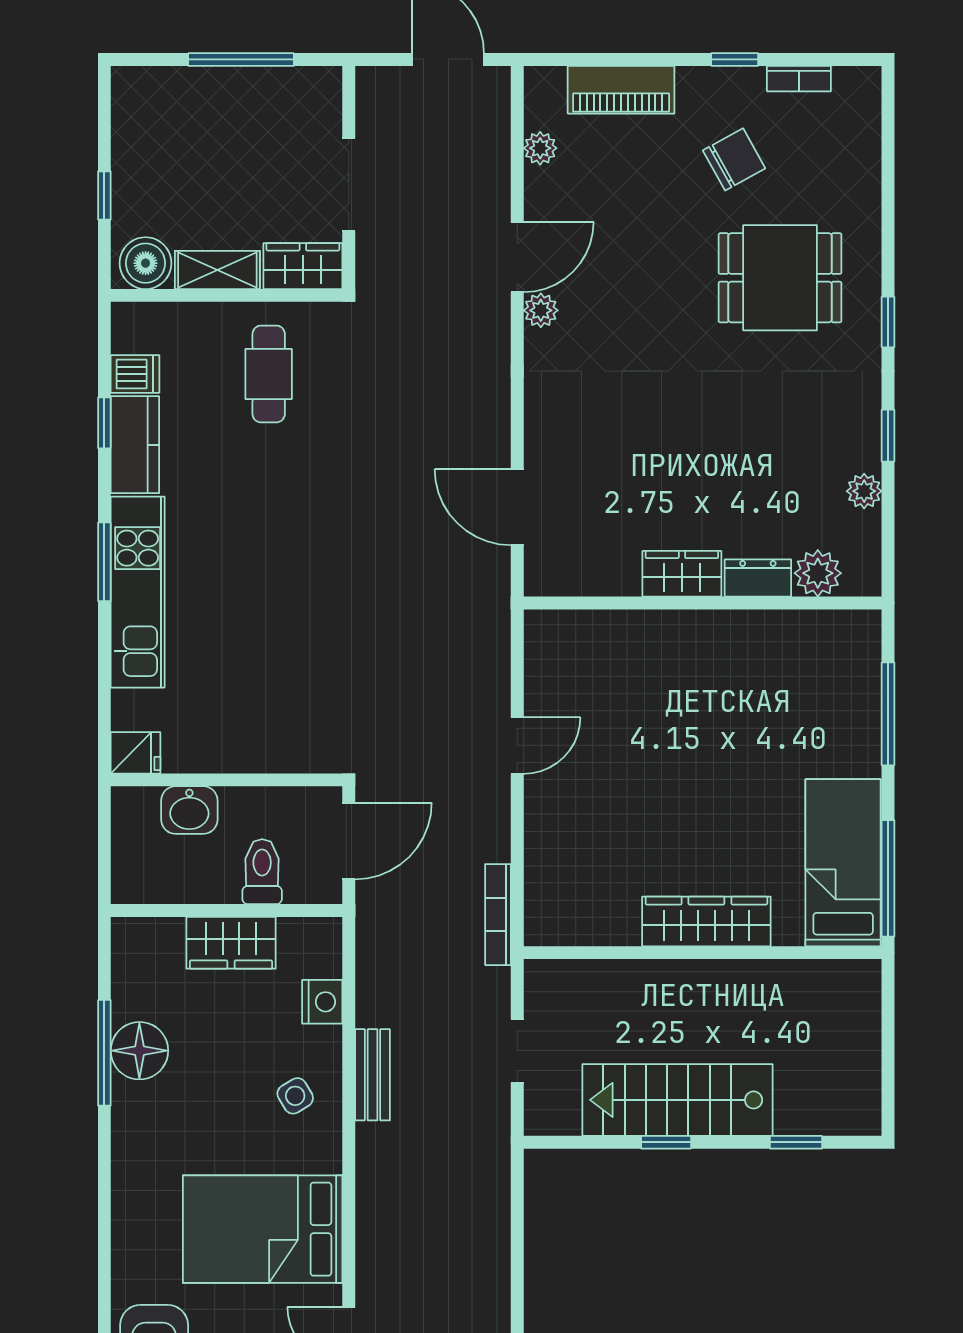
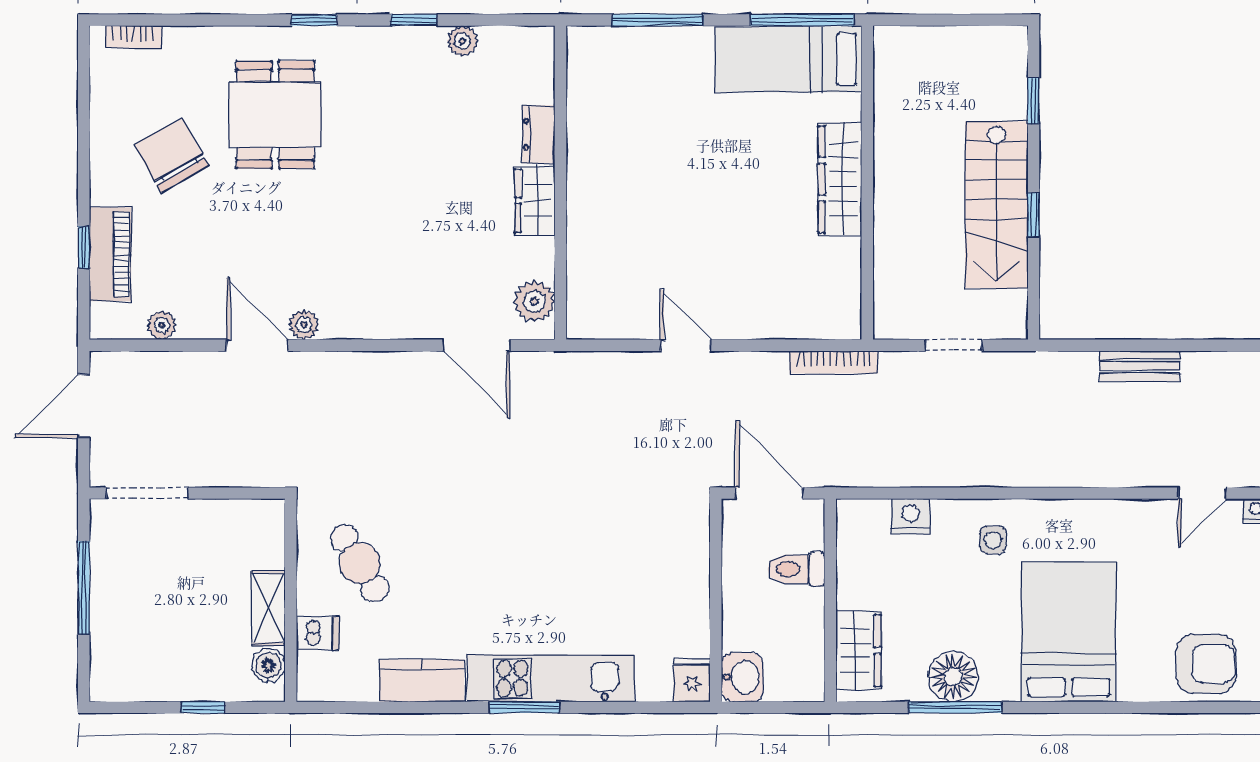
window: (735, 59) -> (84, 247), moved
bookcase: (799, 79) -> (134, 37), moved, turned 90
chair: (734, 159) -> (171, 155), width x1.37, depth x1.37
doorway: (349, 185) -> (147, 493), moved
boiler: (146, 263) -> (268, 665), width x0.73, depth x0.73
wardrobe: (303, 266) -> (265, 533), removed
dishwasher: (135, 374) -> (318, 633), moved, turned 90
cafe table: (269, 374) -> (360, 563), turned 59
window: (104, 423) -> (402, 707), removed
door: (517, 507) -> (476, 345), hinge flipped
plant: (818, 573) -> (534, 301), moved
washbasin: (189, 810) -> (742, 677), moved
wardrobe: (231, 943) -> (859, 650), moved
bench: (373, 1075) -> (1140, 366), moved
side table: (295, 1096) -> (993, 540), turned 31
bed: (263, 1229) -> (1069, 632), moved, turned 180

